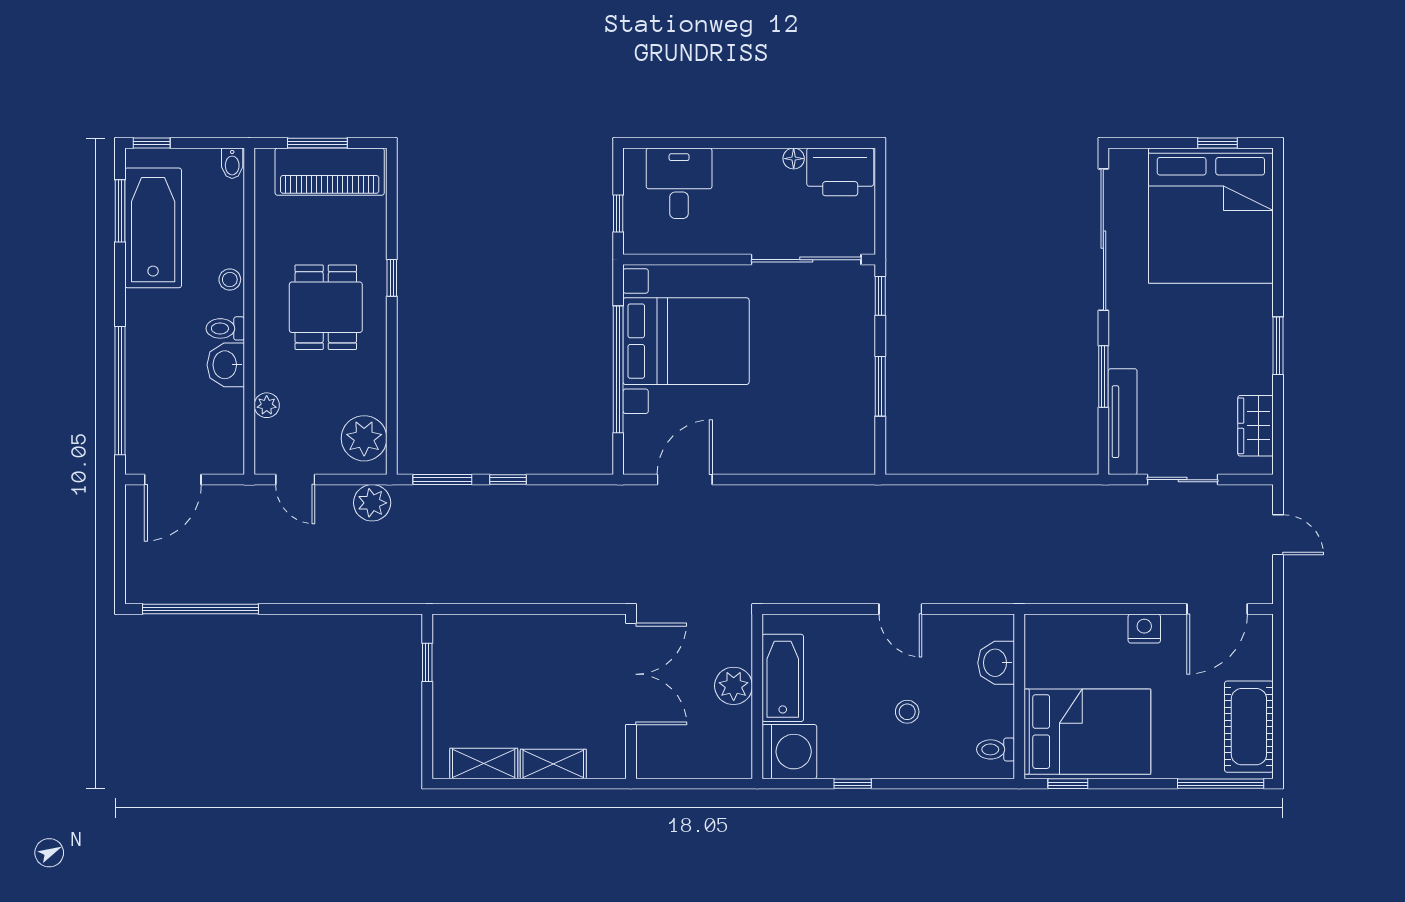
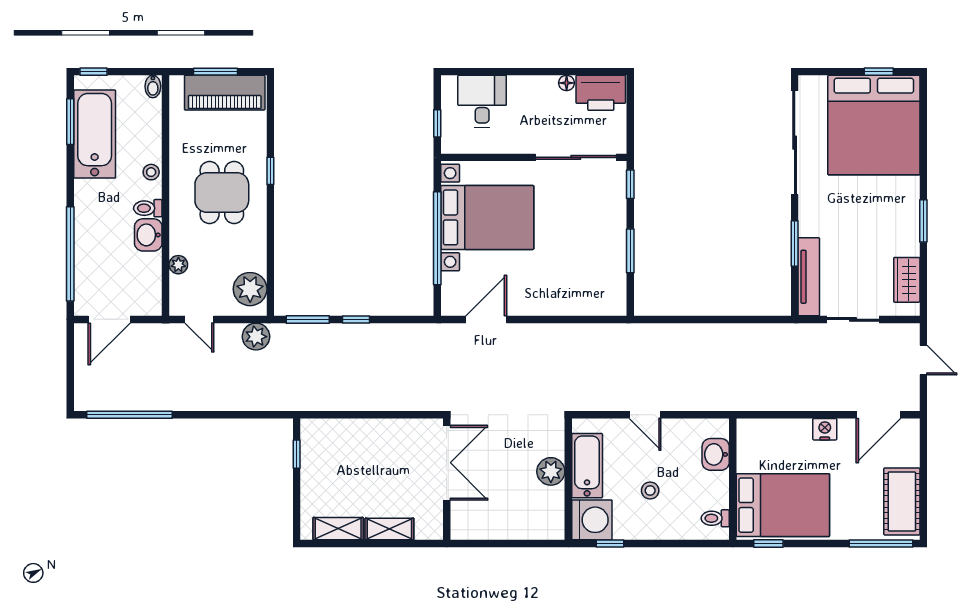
bathtub: (783, 678) -> (587, 466), moved
plant: (734, 686) -> (551, 471), moved
wall: (757, 696) -> (568, 479), moved
washing machine: (789, 752) -> (592, 520), moved

